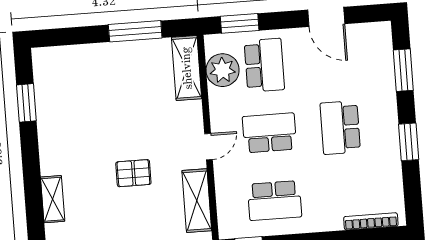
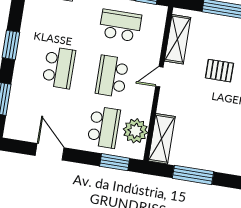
school desk: (264, 65) -> (104, 127), turned 180
school desk: (269, 133) -> (112, 76), turned 90

